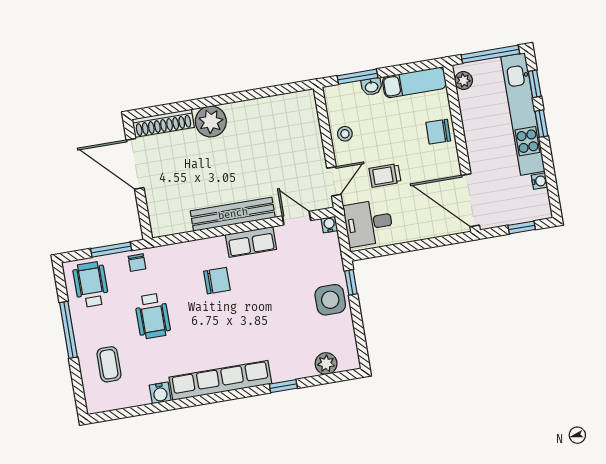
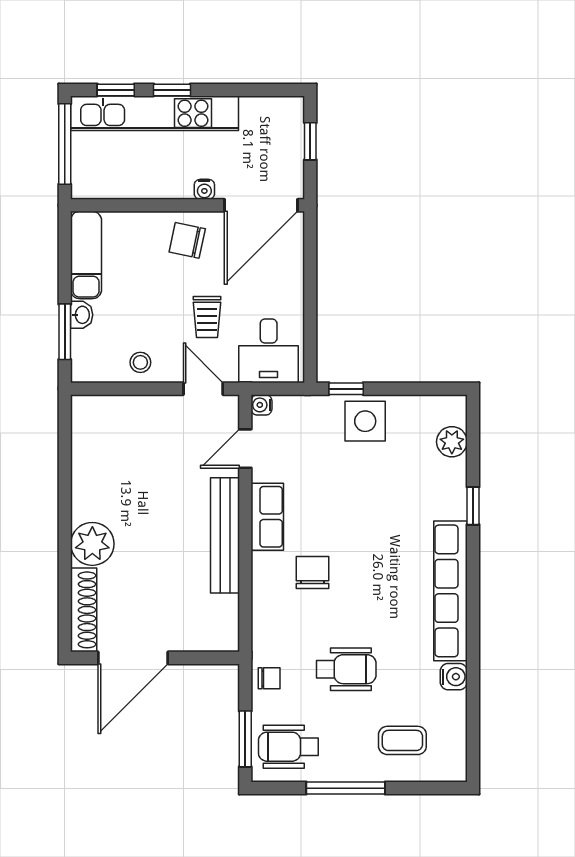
plant: (463, 80) -> (95, 187), removed
chair: (438, 132) -> (187, 240), moved, turned 101
water cooler: (539, 181) -> (204, 189), moved, turned 180
window: (111, 250) -> (245, 739), moved

